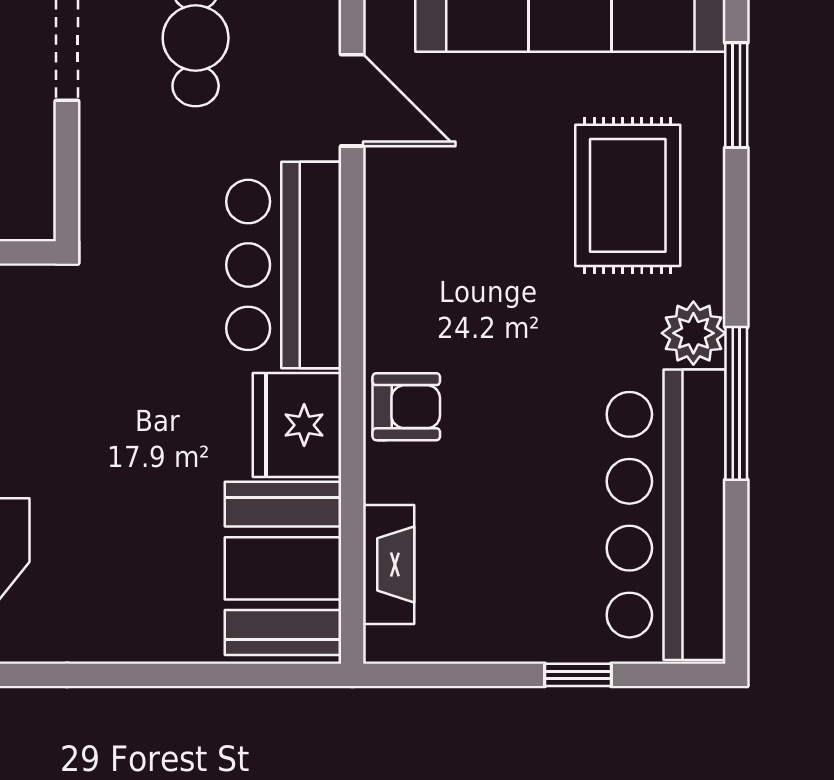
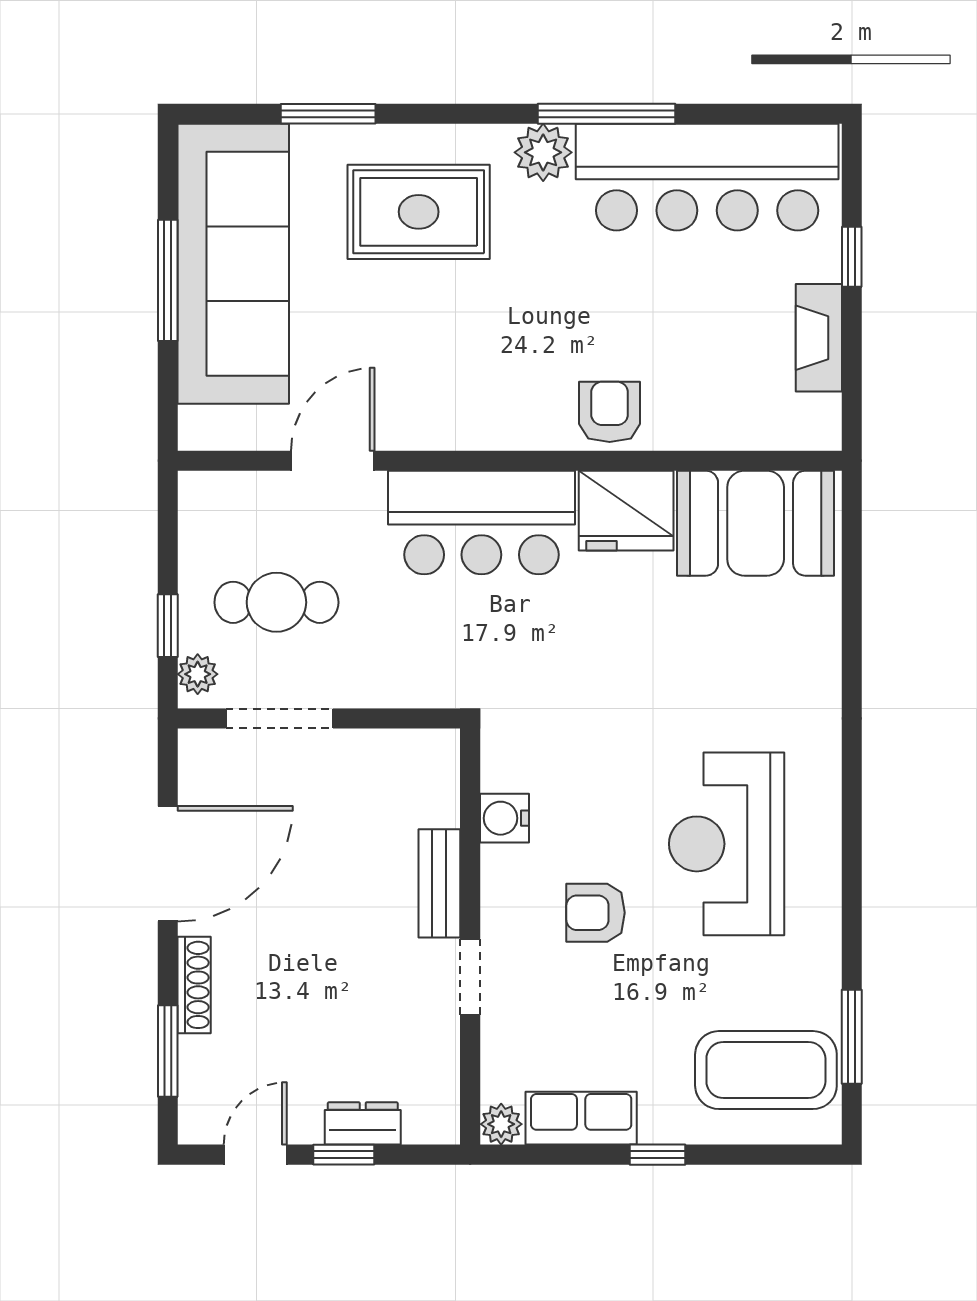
fireplace: (389, 564) -> (819, 338), moved, turned -90

